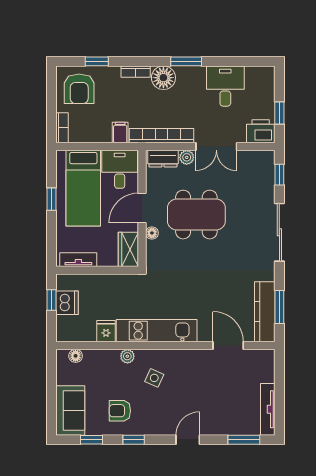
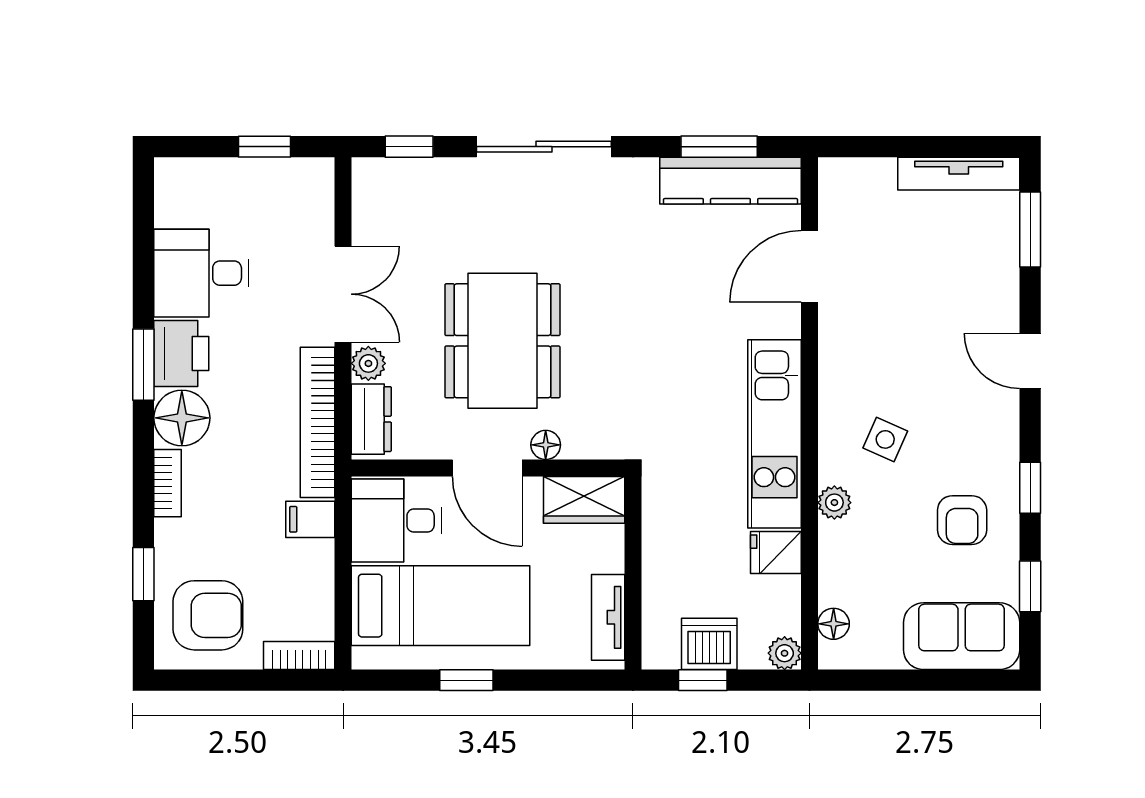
printer: (261, 131) -> (181, 353), moved, turned 180
plant: (63, 335) -> (785, 653), added

